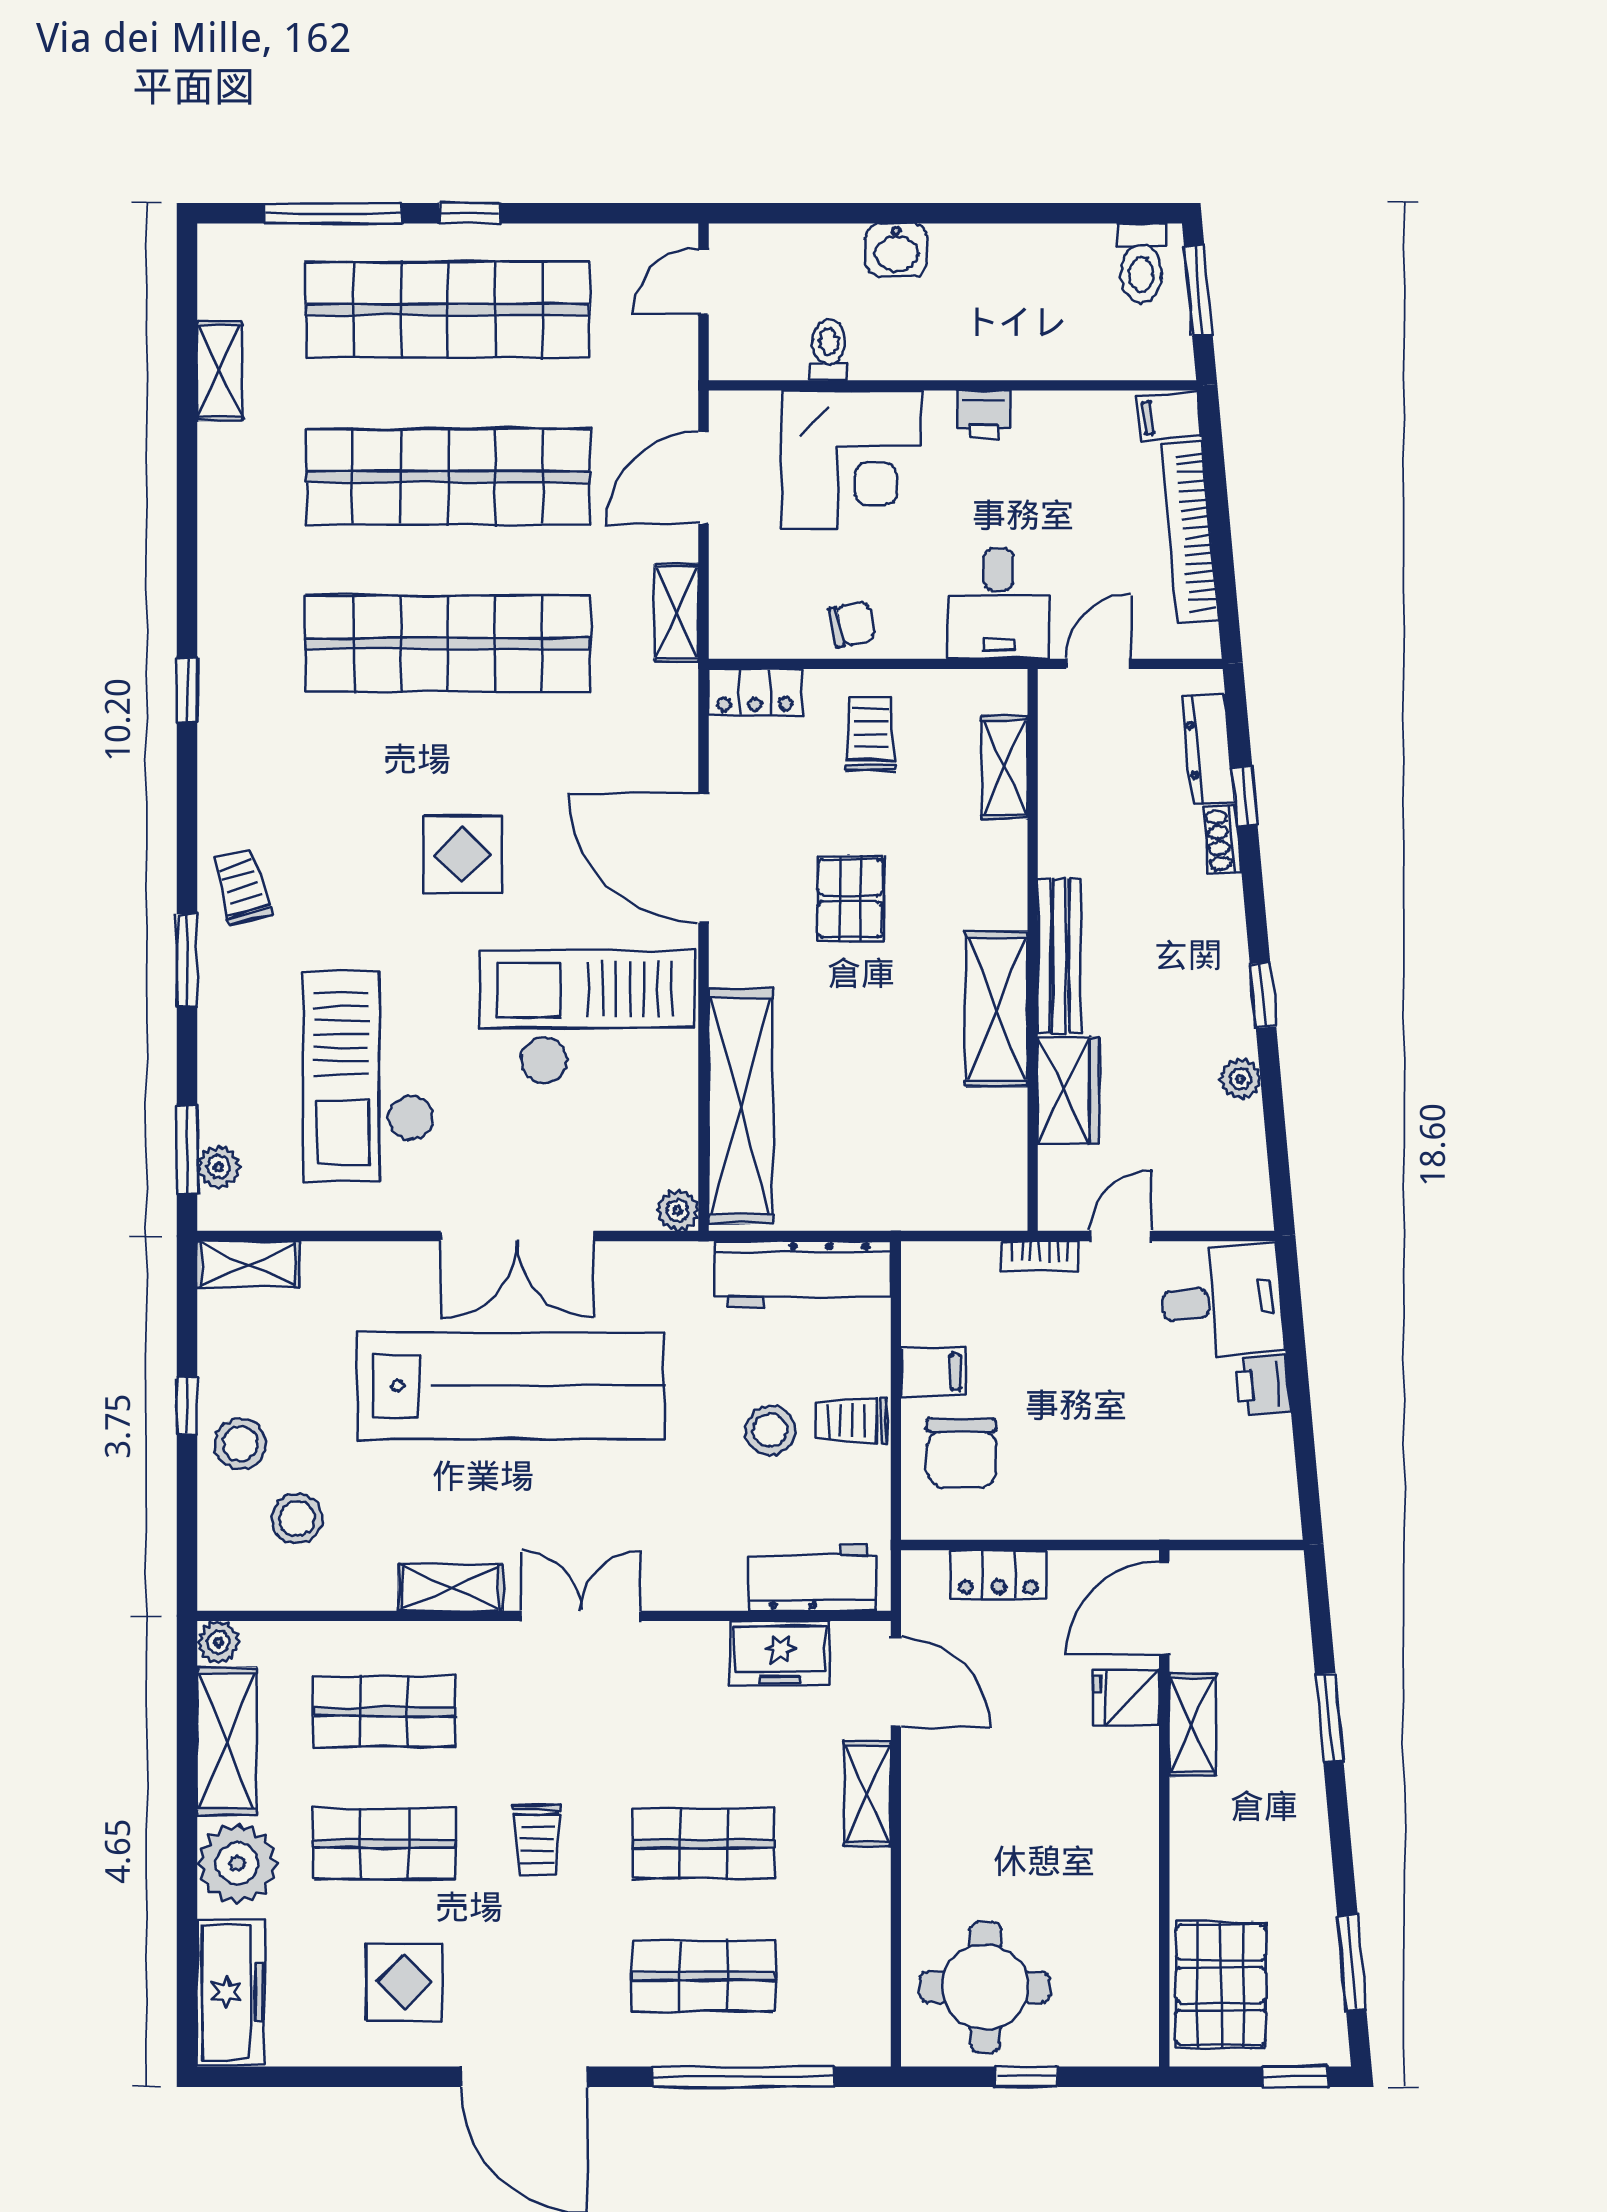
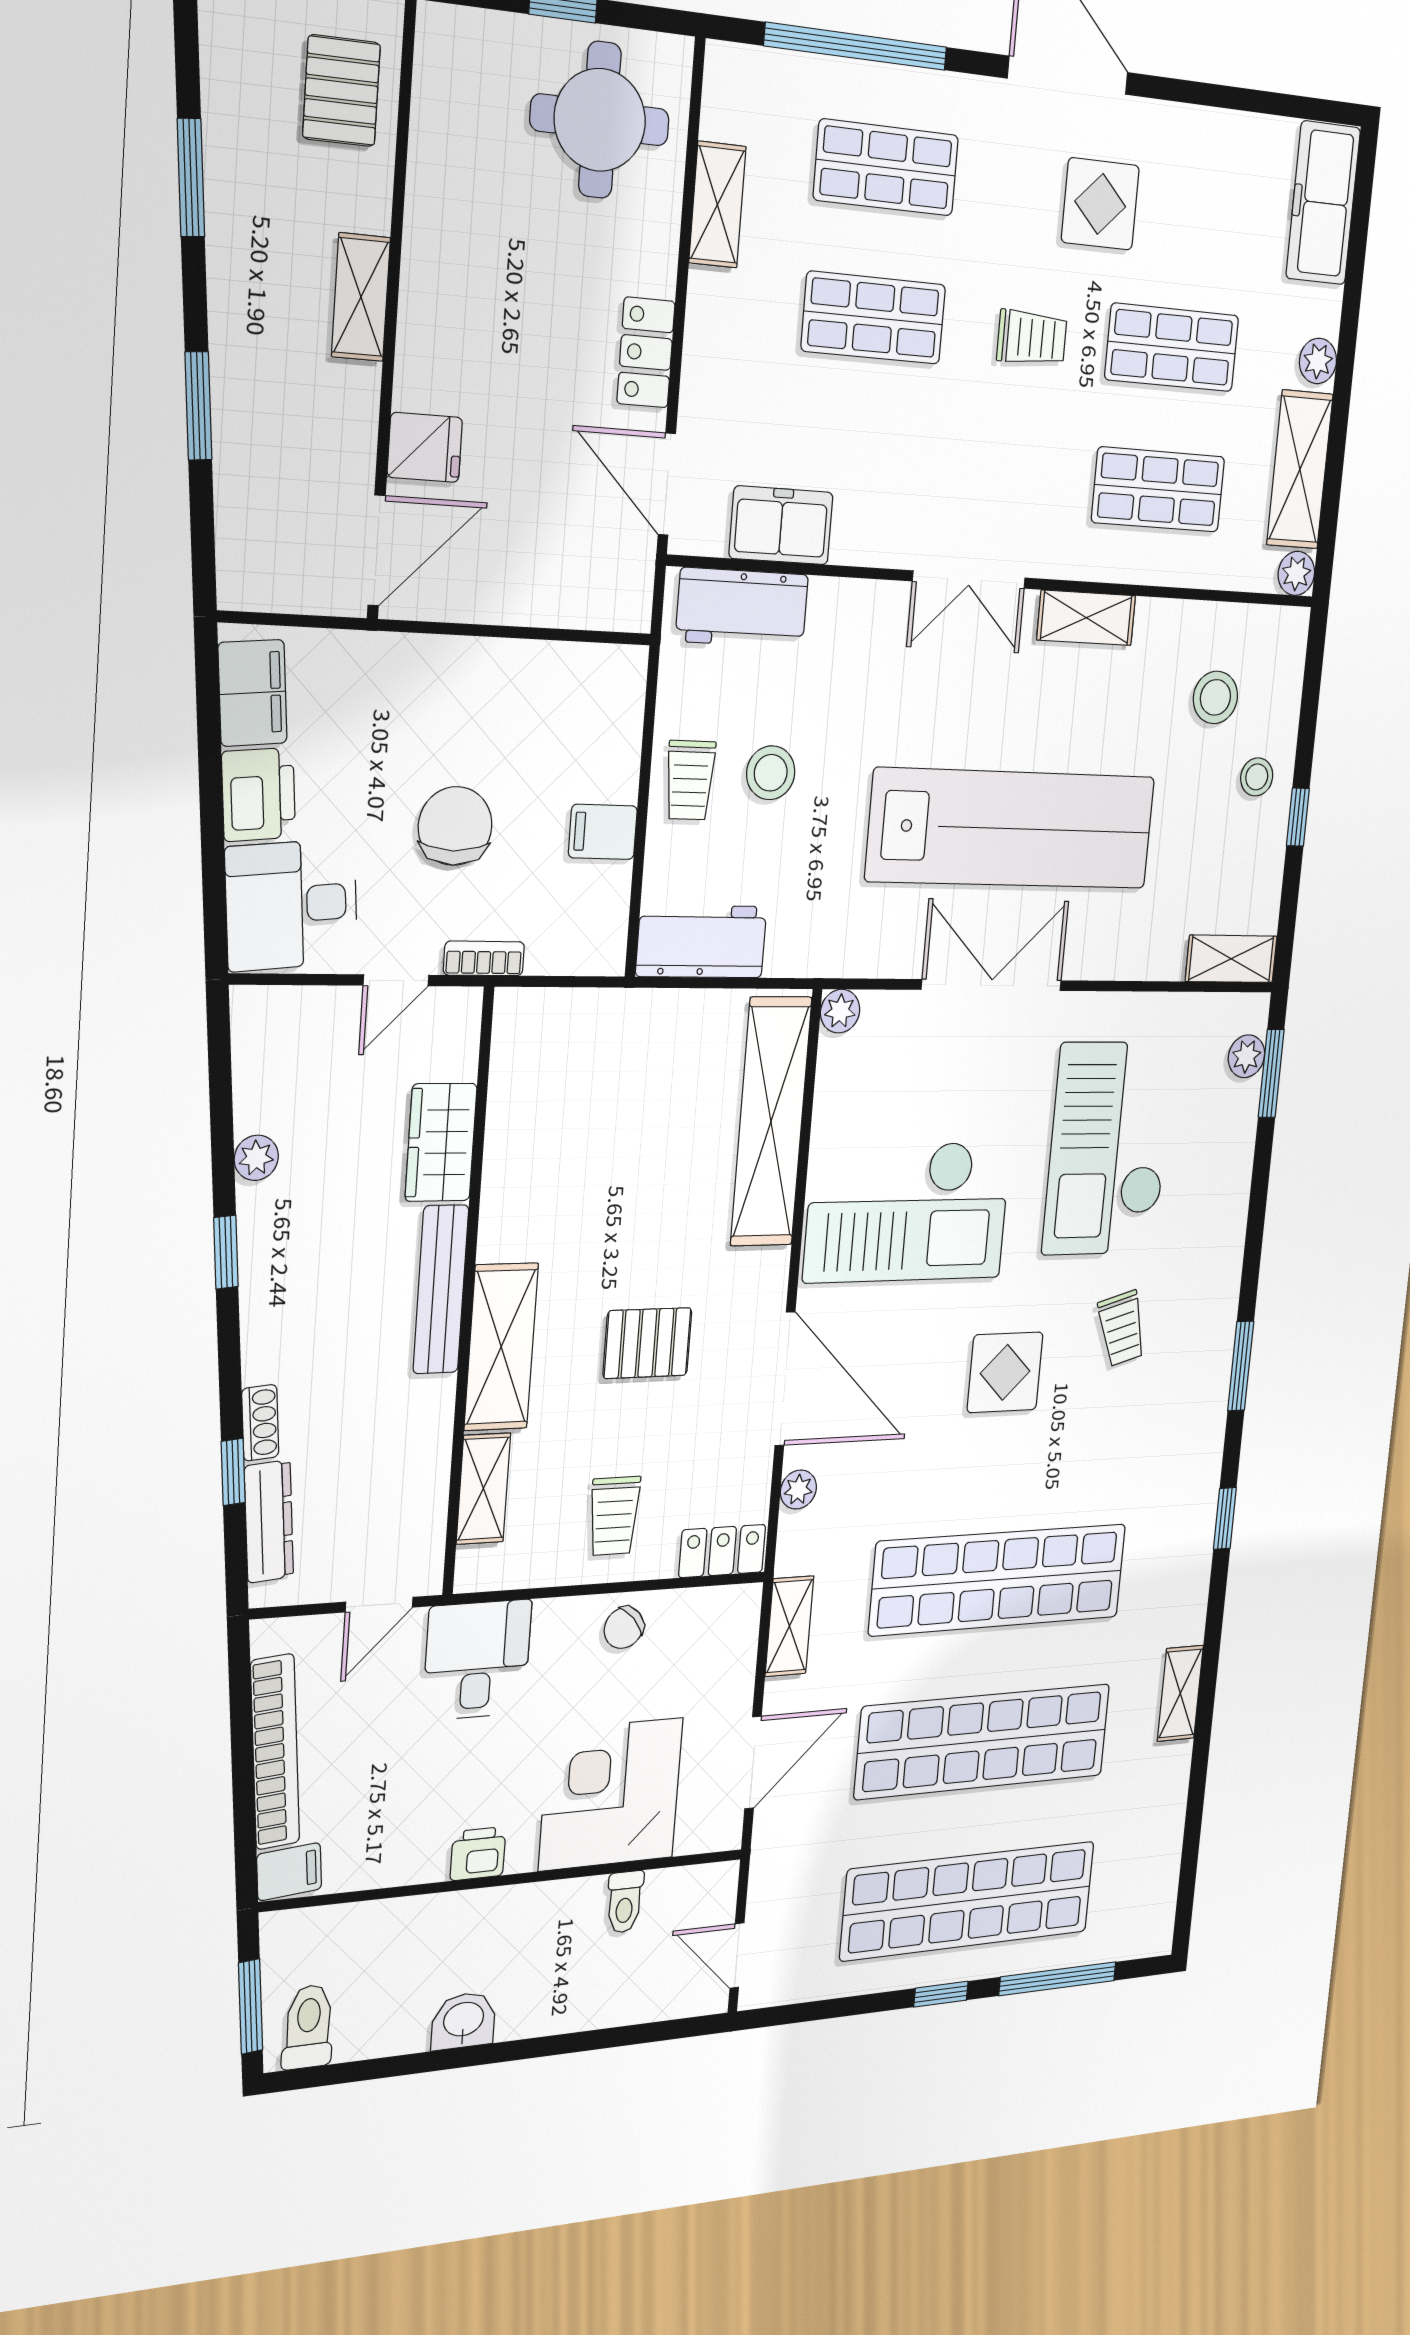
washbasin: (896, 250) -> (463, 2021), moved
door: (704, 281) -> (737, 1956), swing flipped
shelving: (219, 371) -> (1180, 1693), moved
chair: (852, 624) -> (624, 1628), turned -30
plant: (679, 748) -> (798, 1490), added
trolley: (242, 887) -> (1122, 1328), moved
pallet: (850, 898) -> (647, 1343), turned 90
window: (187, 960) -> (1241, 1366), moved
shelving: (997, 1009) -> (501, 1347), moved
checkout: (369, 1076) -> (1108, 1148), turned 180
workbench: (803, 1274) -> (701, 941), width x0.73
printer: (1263, 1385) -> (259, 795), width x1.36, depth x1.24
lab bench: (511, 1386) -> (1012, 829), turned 180
trolley: (851, 1421) -> (690, 780), turned 90
stool: (240, 1444) -> (1257, 777), width x0.73, depth x0.73
chair: (962, 1453) -> (455, 826), moved
filing cabinet: (1268, 1482) -> (253, 693), added
locker: (998, 1575) -> (646, 352), moved, turned -90
shelving: (1192, 1725) -> (361, 297), moved
shelving: (867, 1794) -> (717, 205), moved
trolley: (537, 1840) -> (1032, 338), turned 90
plant: (237, 1863) -> (1318, 361), width x0.53, depth x0.53
window: (1352, 1963) -> (191, 178), moved
display table: (404, 1982) -> (1100, 204), moved
pallet: (1221, 1985) -> (341, 91), width x0.67, depth x0.71

